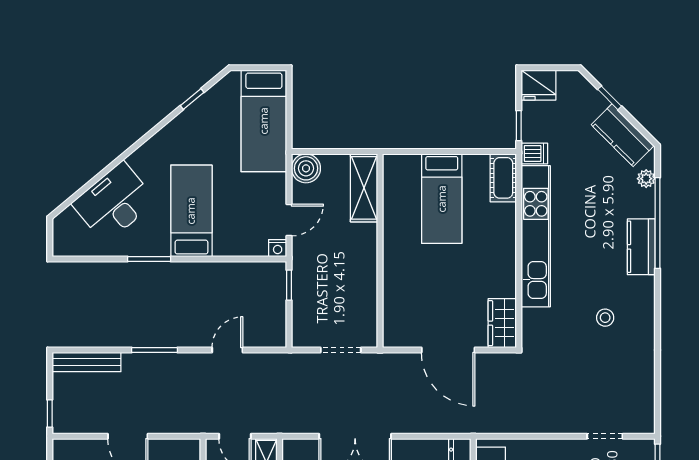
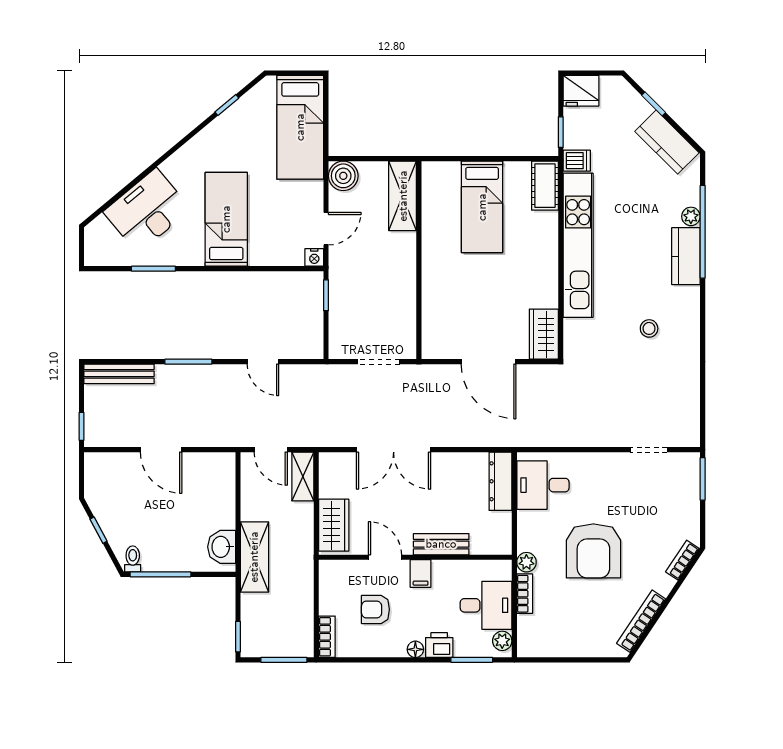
plant: (646, 179) -> (691, 216), moved
window: (149, 259) -> (153, 269), moved
door: (227, 350) -> (263, 362), swing flipped

